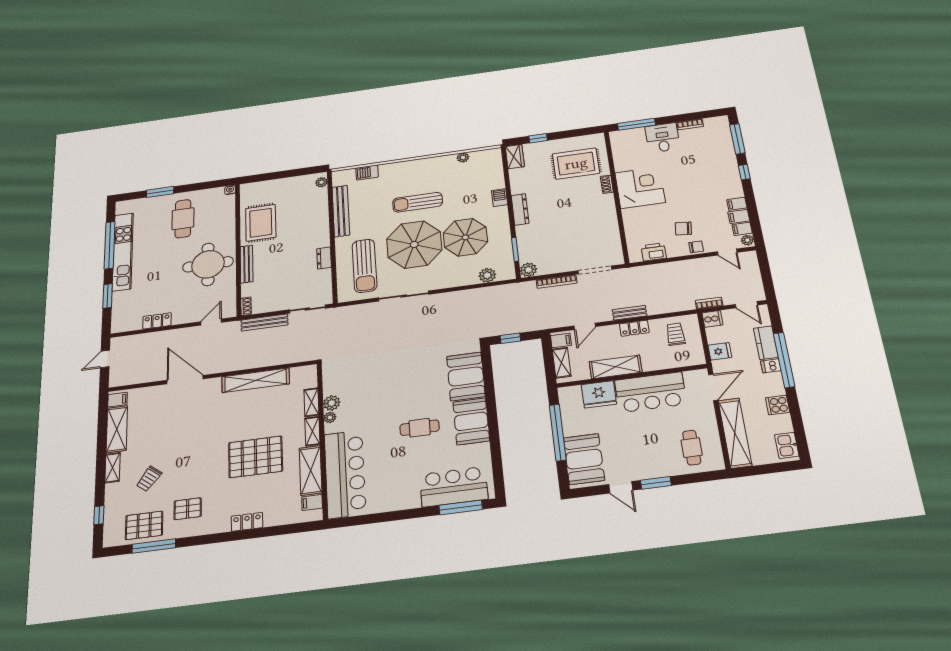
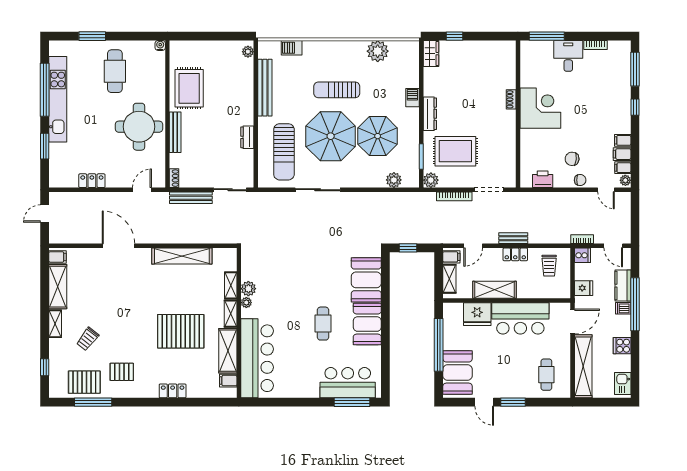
plant: (463, 157) -> (378, 51), width x1.88, depth x1.88
rug: (576, 164) -> (455, 151), moved
trolley: (676, 334) -> (549, 266), turned 180
cafe table: (420, 428) -> (323, 324), turned 90

